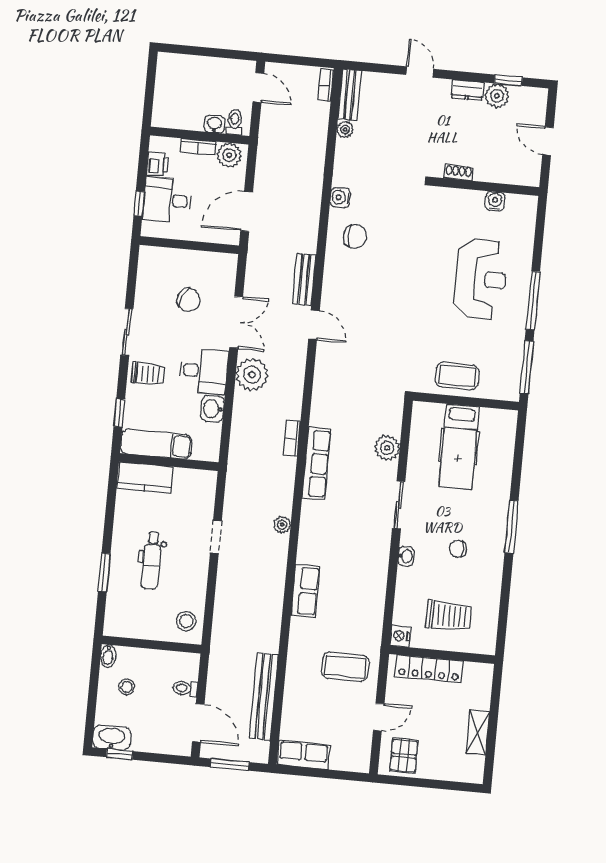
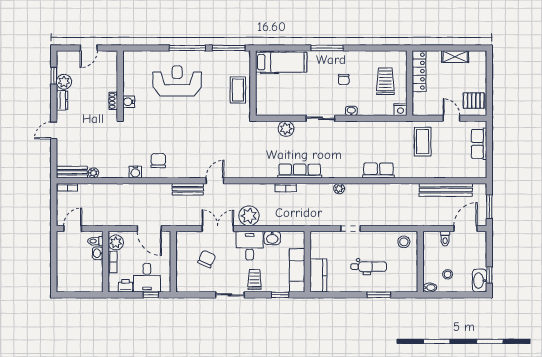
water cooler: (495, 201) -> (129, 102), moved
hospital bed: (459, 447) -> (281, 62), moved
locker: (429, 669) -> (419, 71), moved
row of seats: (303, 755) -> (479, 144), moved

